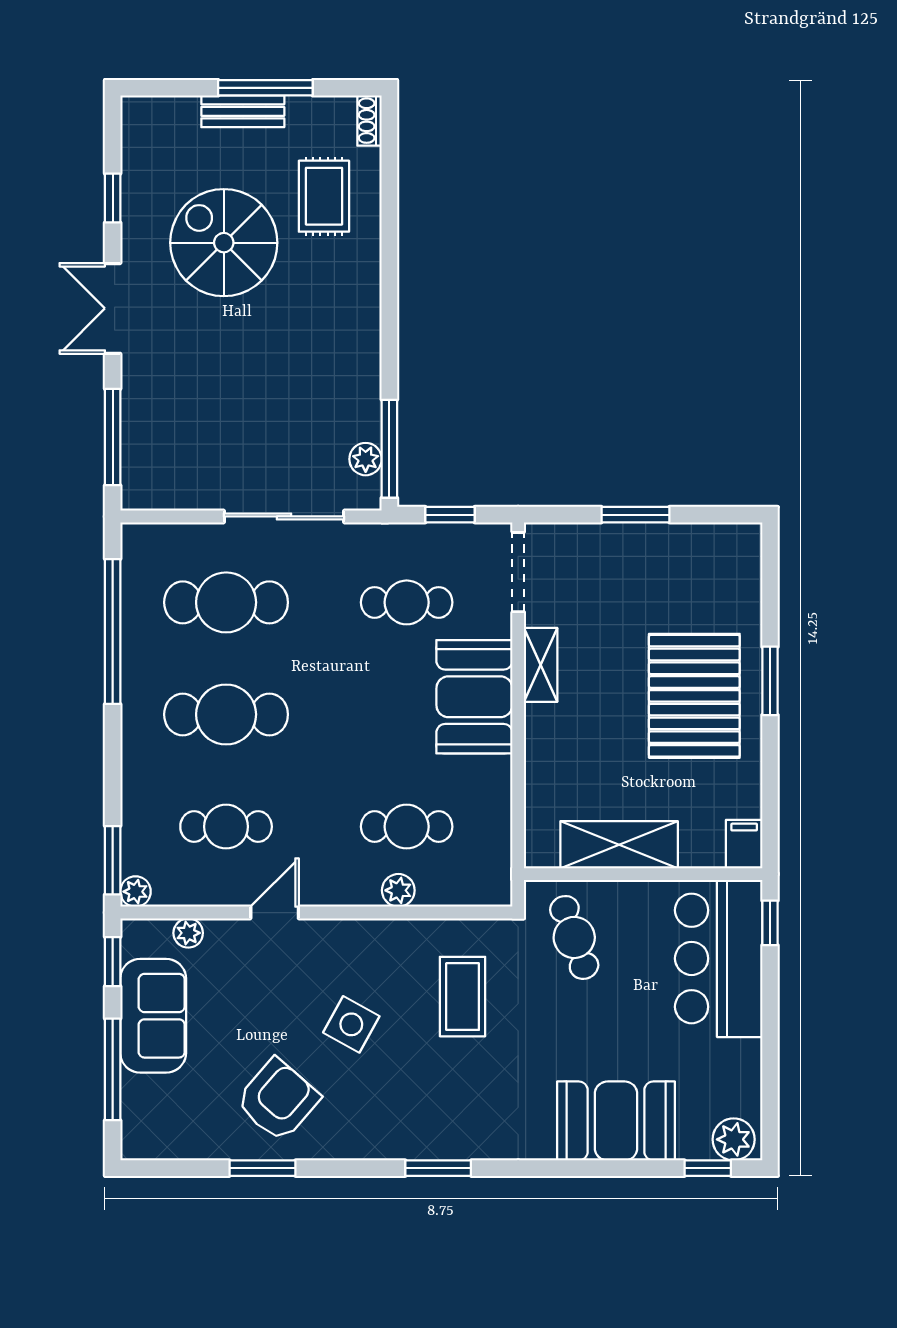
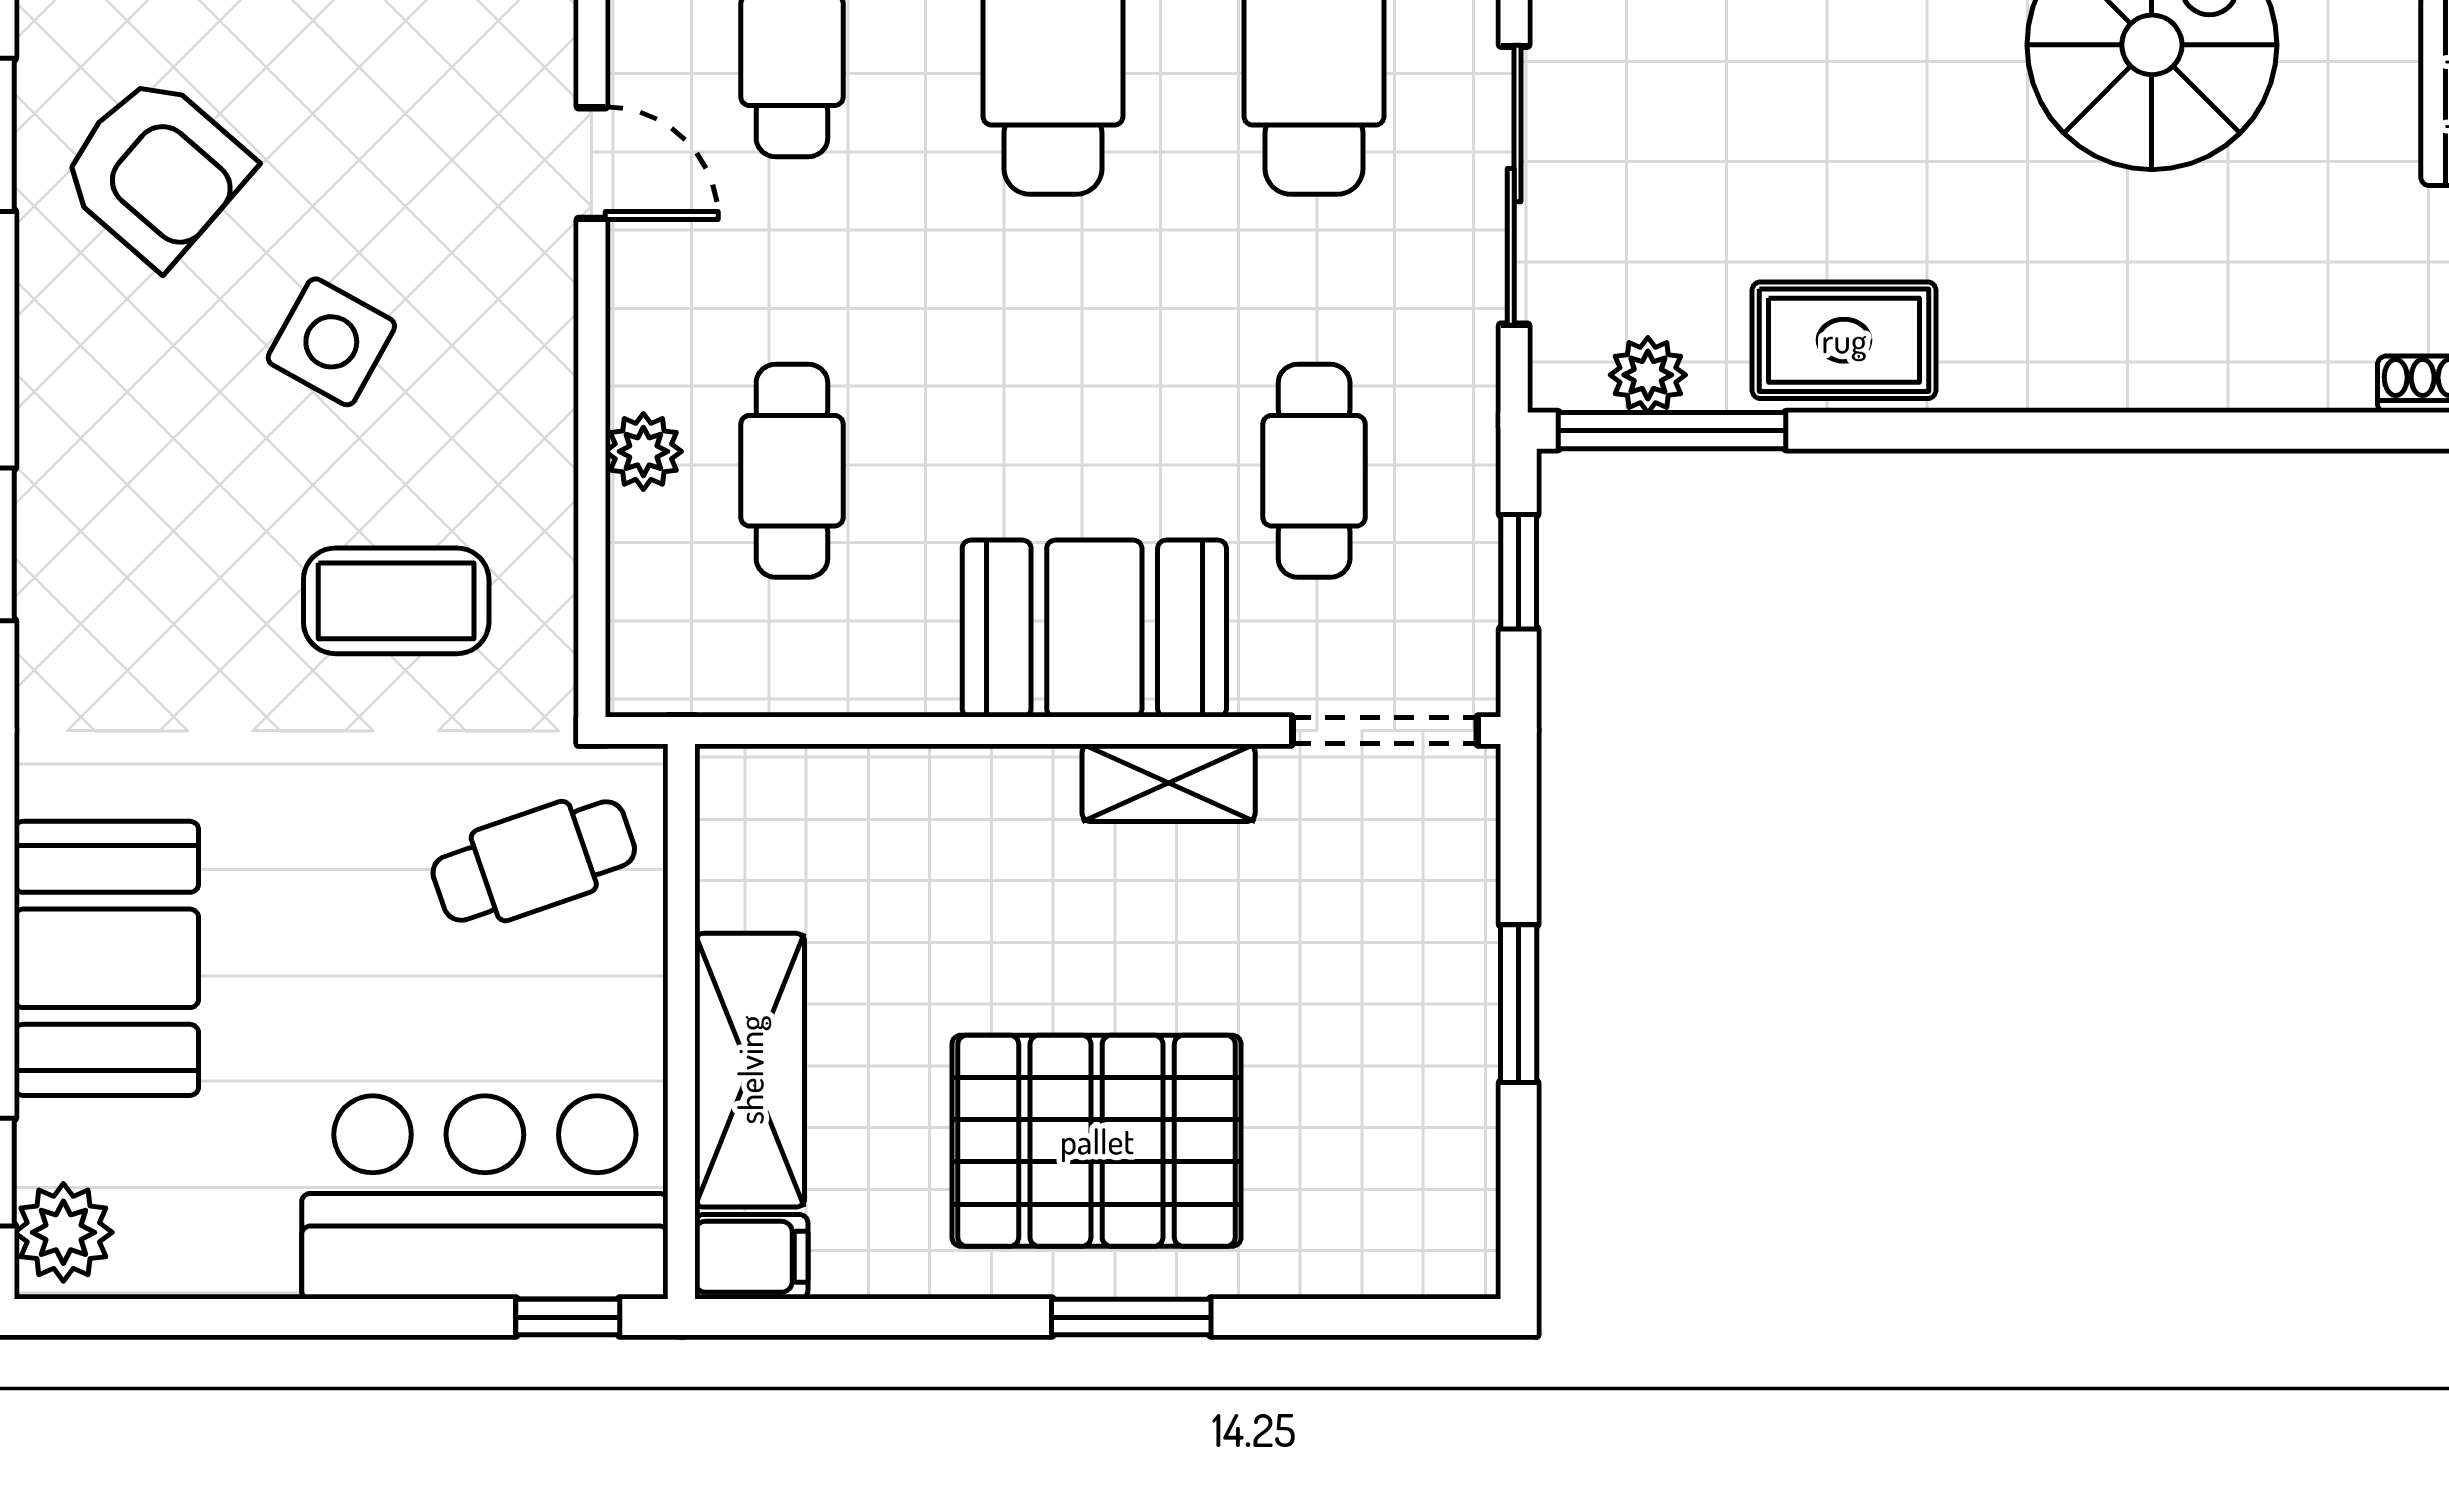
rug: (324, 196) -> (1844, 340), moved
shelving: (619, 845) -> (750, 1070), moved

